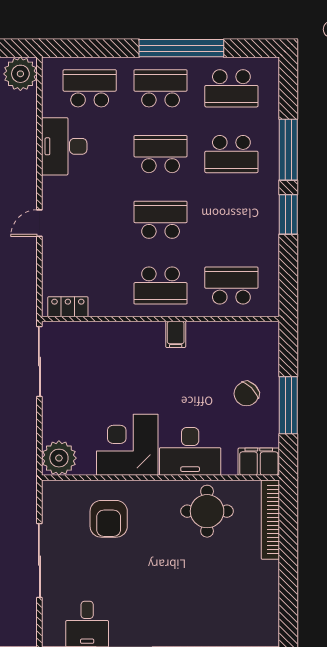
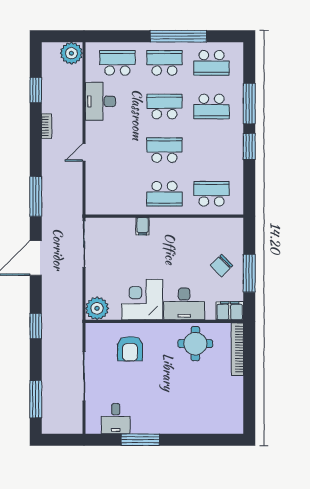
locker: (68, 307) -> (103, 208), removed
filing cabinet: (176, 334) -> (143, 226), moved

